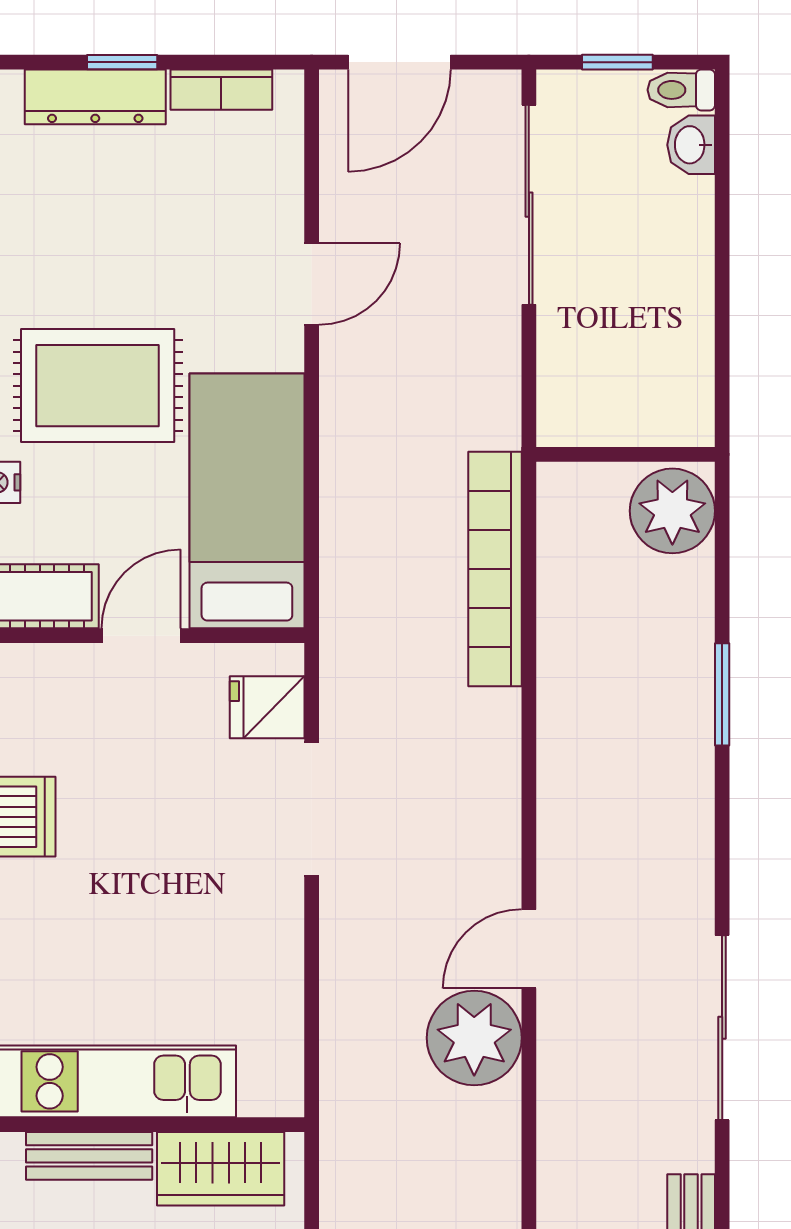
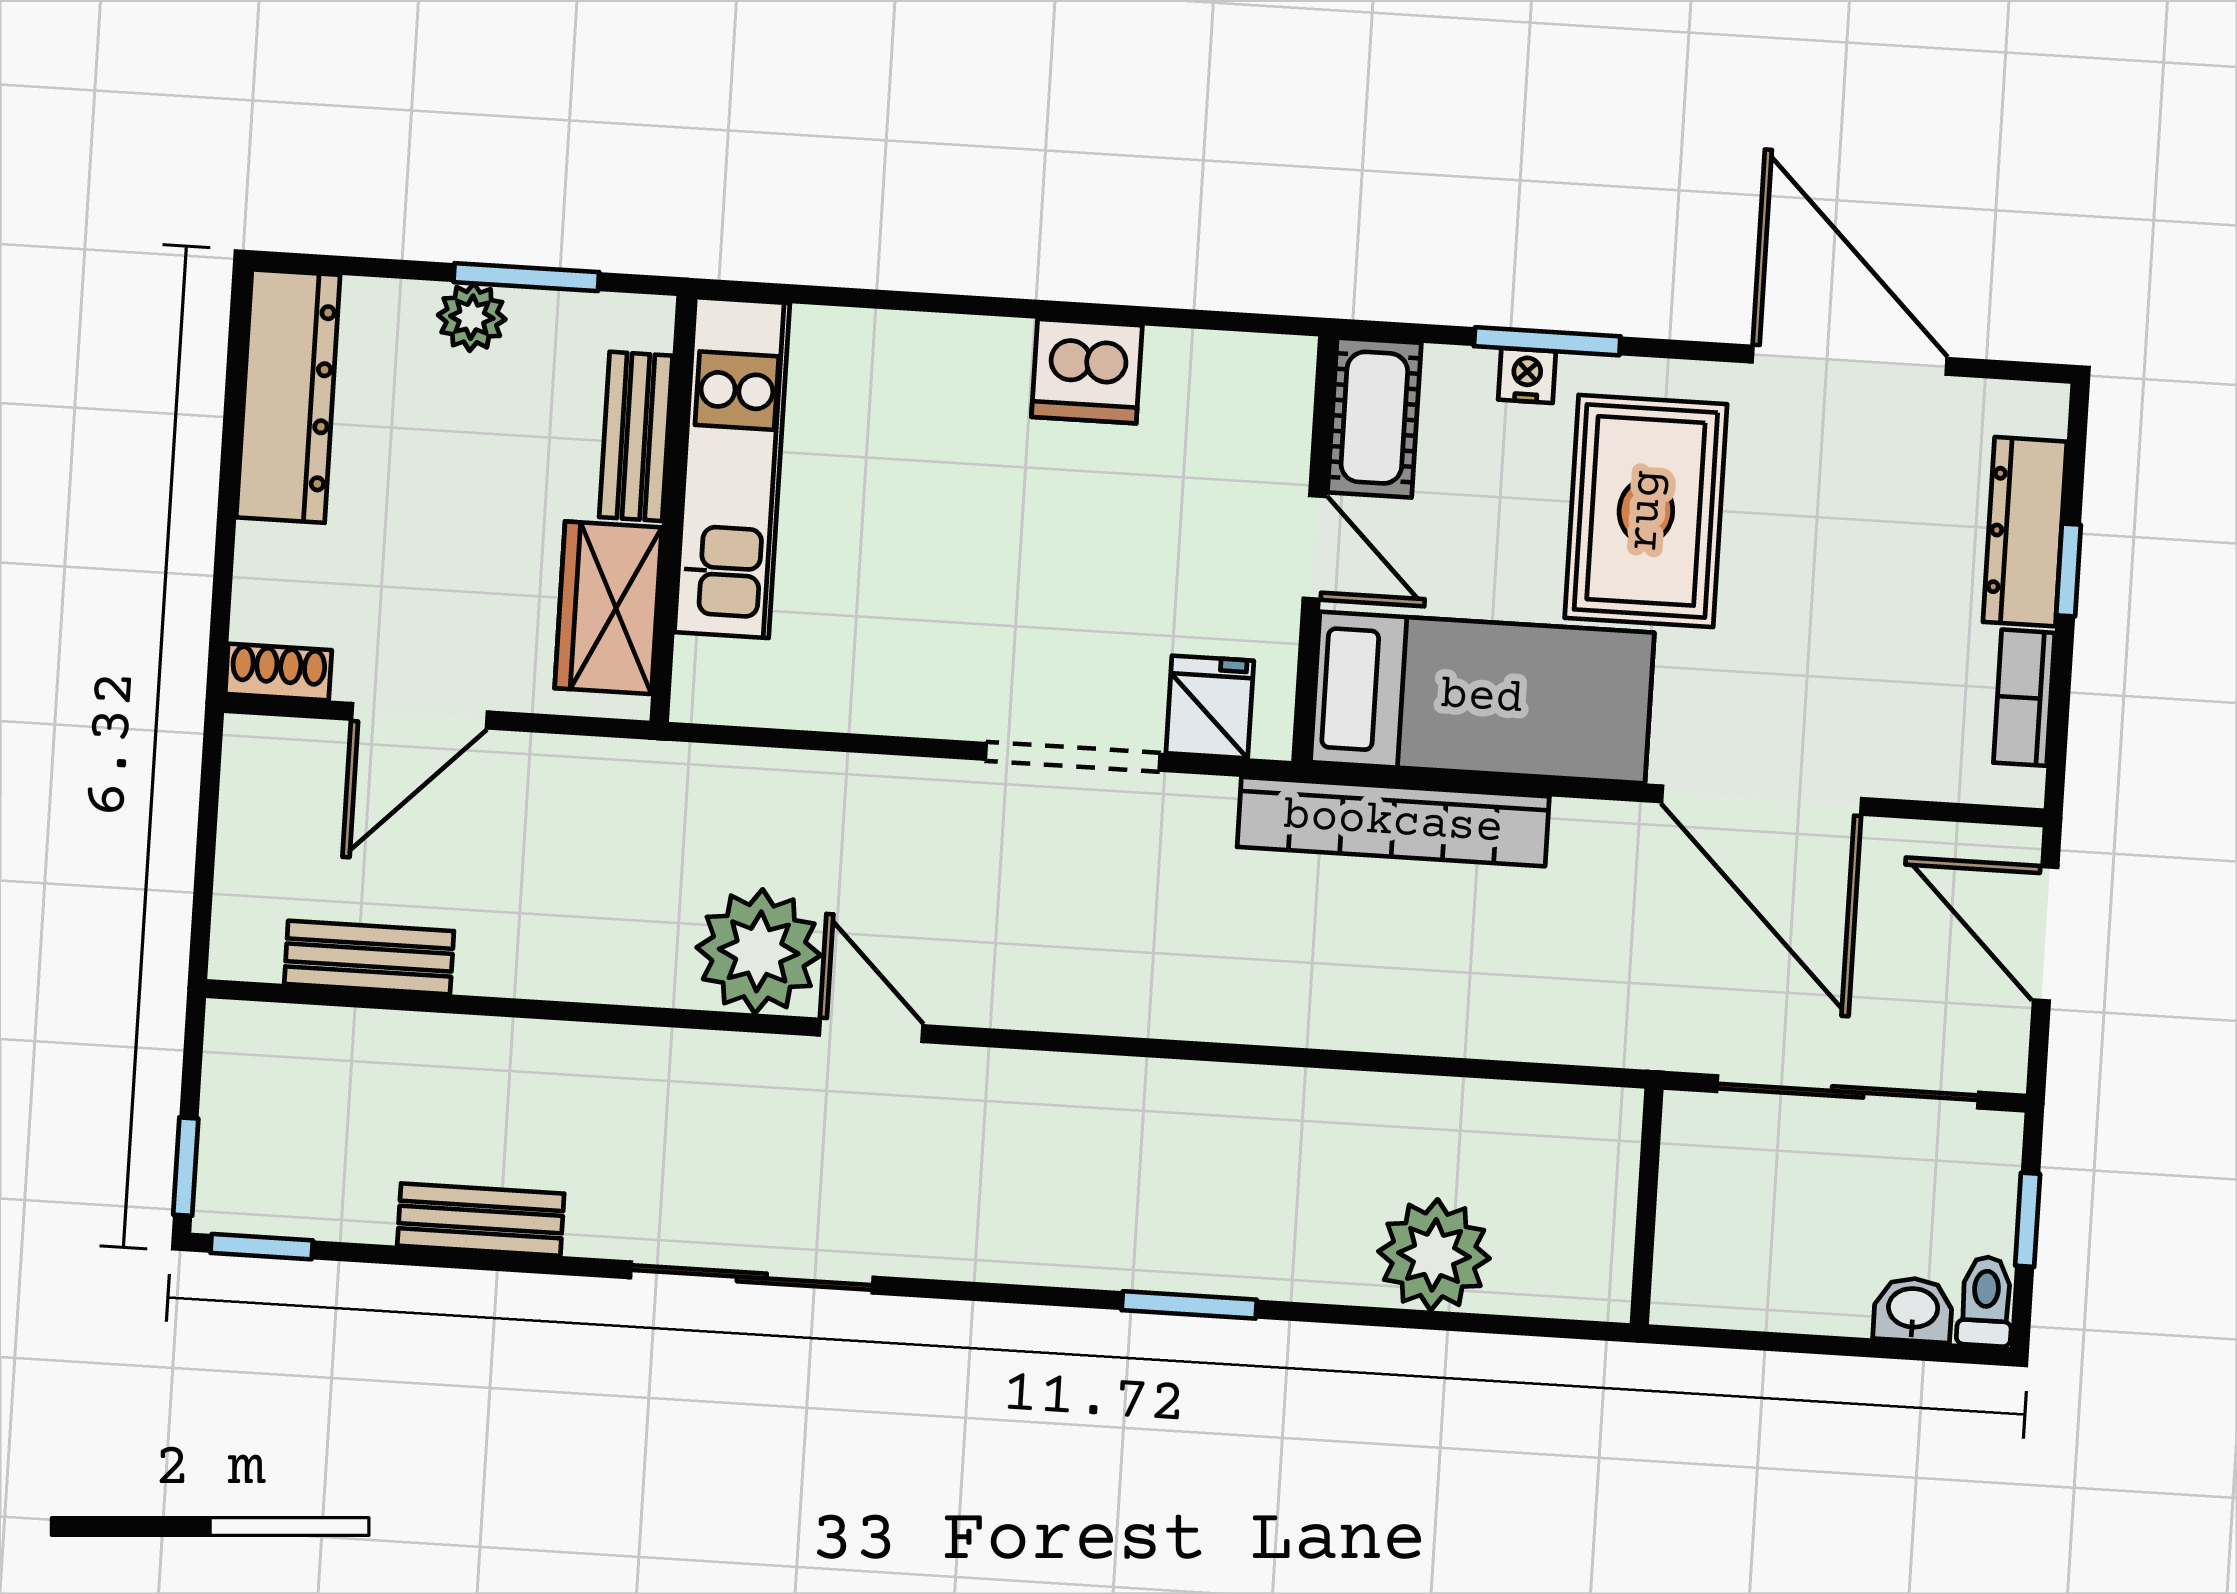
door: (312, 284) -> (1762, 800), width x1.88
wall: (625, 454) -> (1647, 1206), moved
bookcase: (495, 569) -> (1393, 822), moved, turned 180

